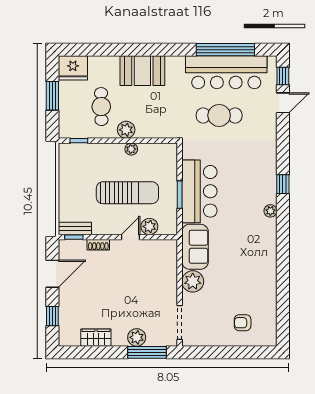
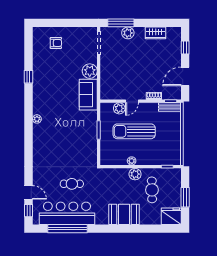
door: (283, 103) -> (29, 192), swing flipped
cafe table: (219, 115) -> (72, 184), width x0.73, depth x0.74
window: (283, 184) -> (29, 77), moved
bar counter: (199, 191) -> (85, 132), removed

